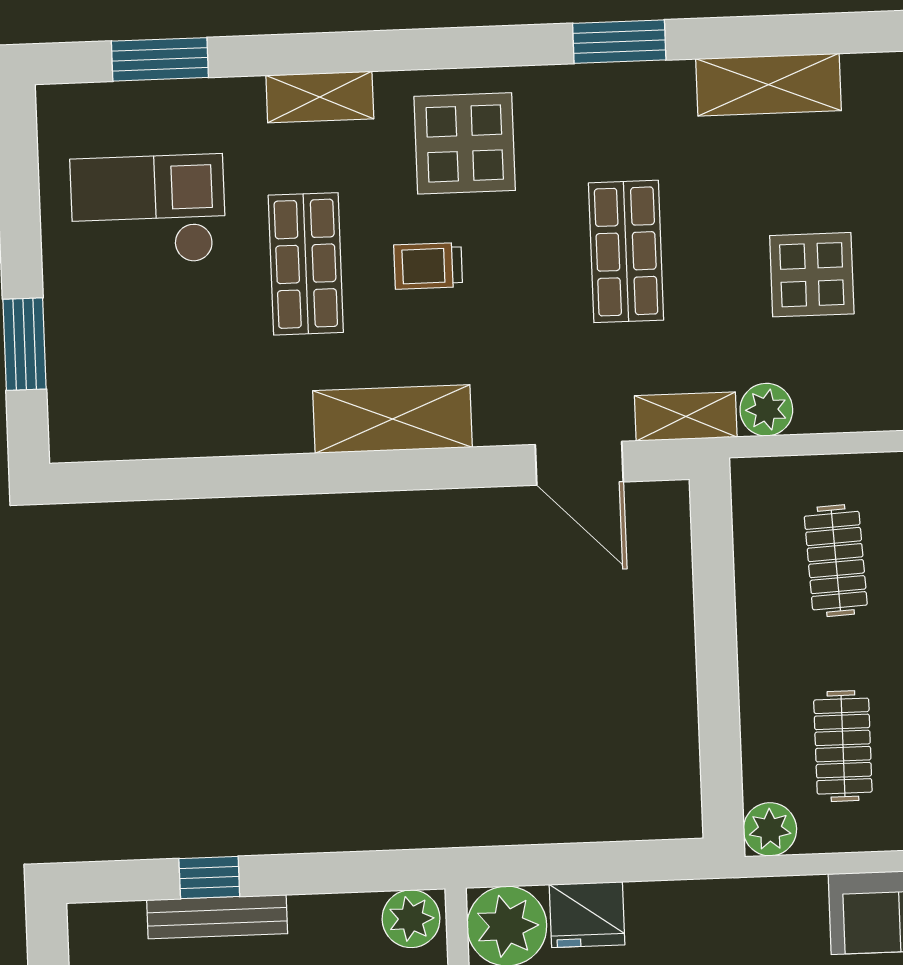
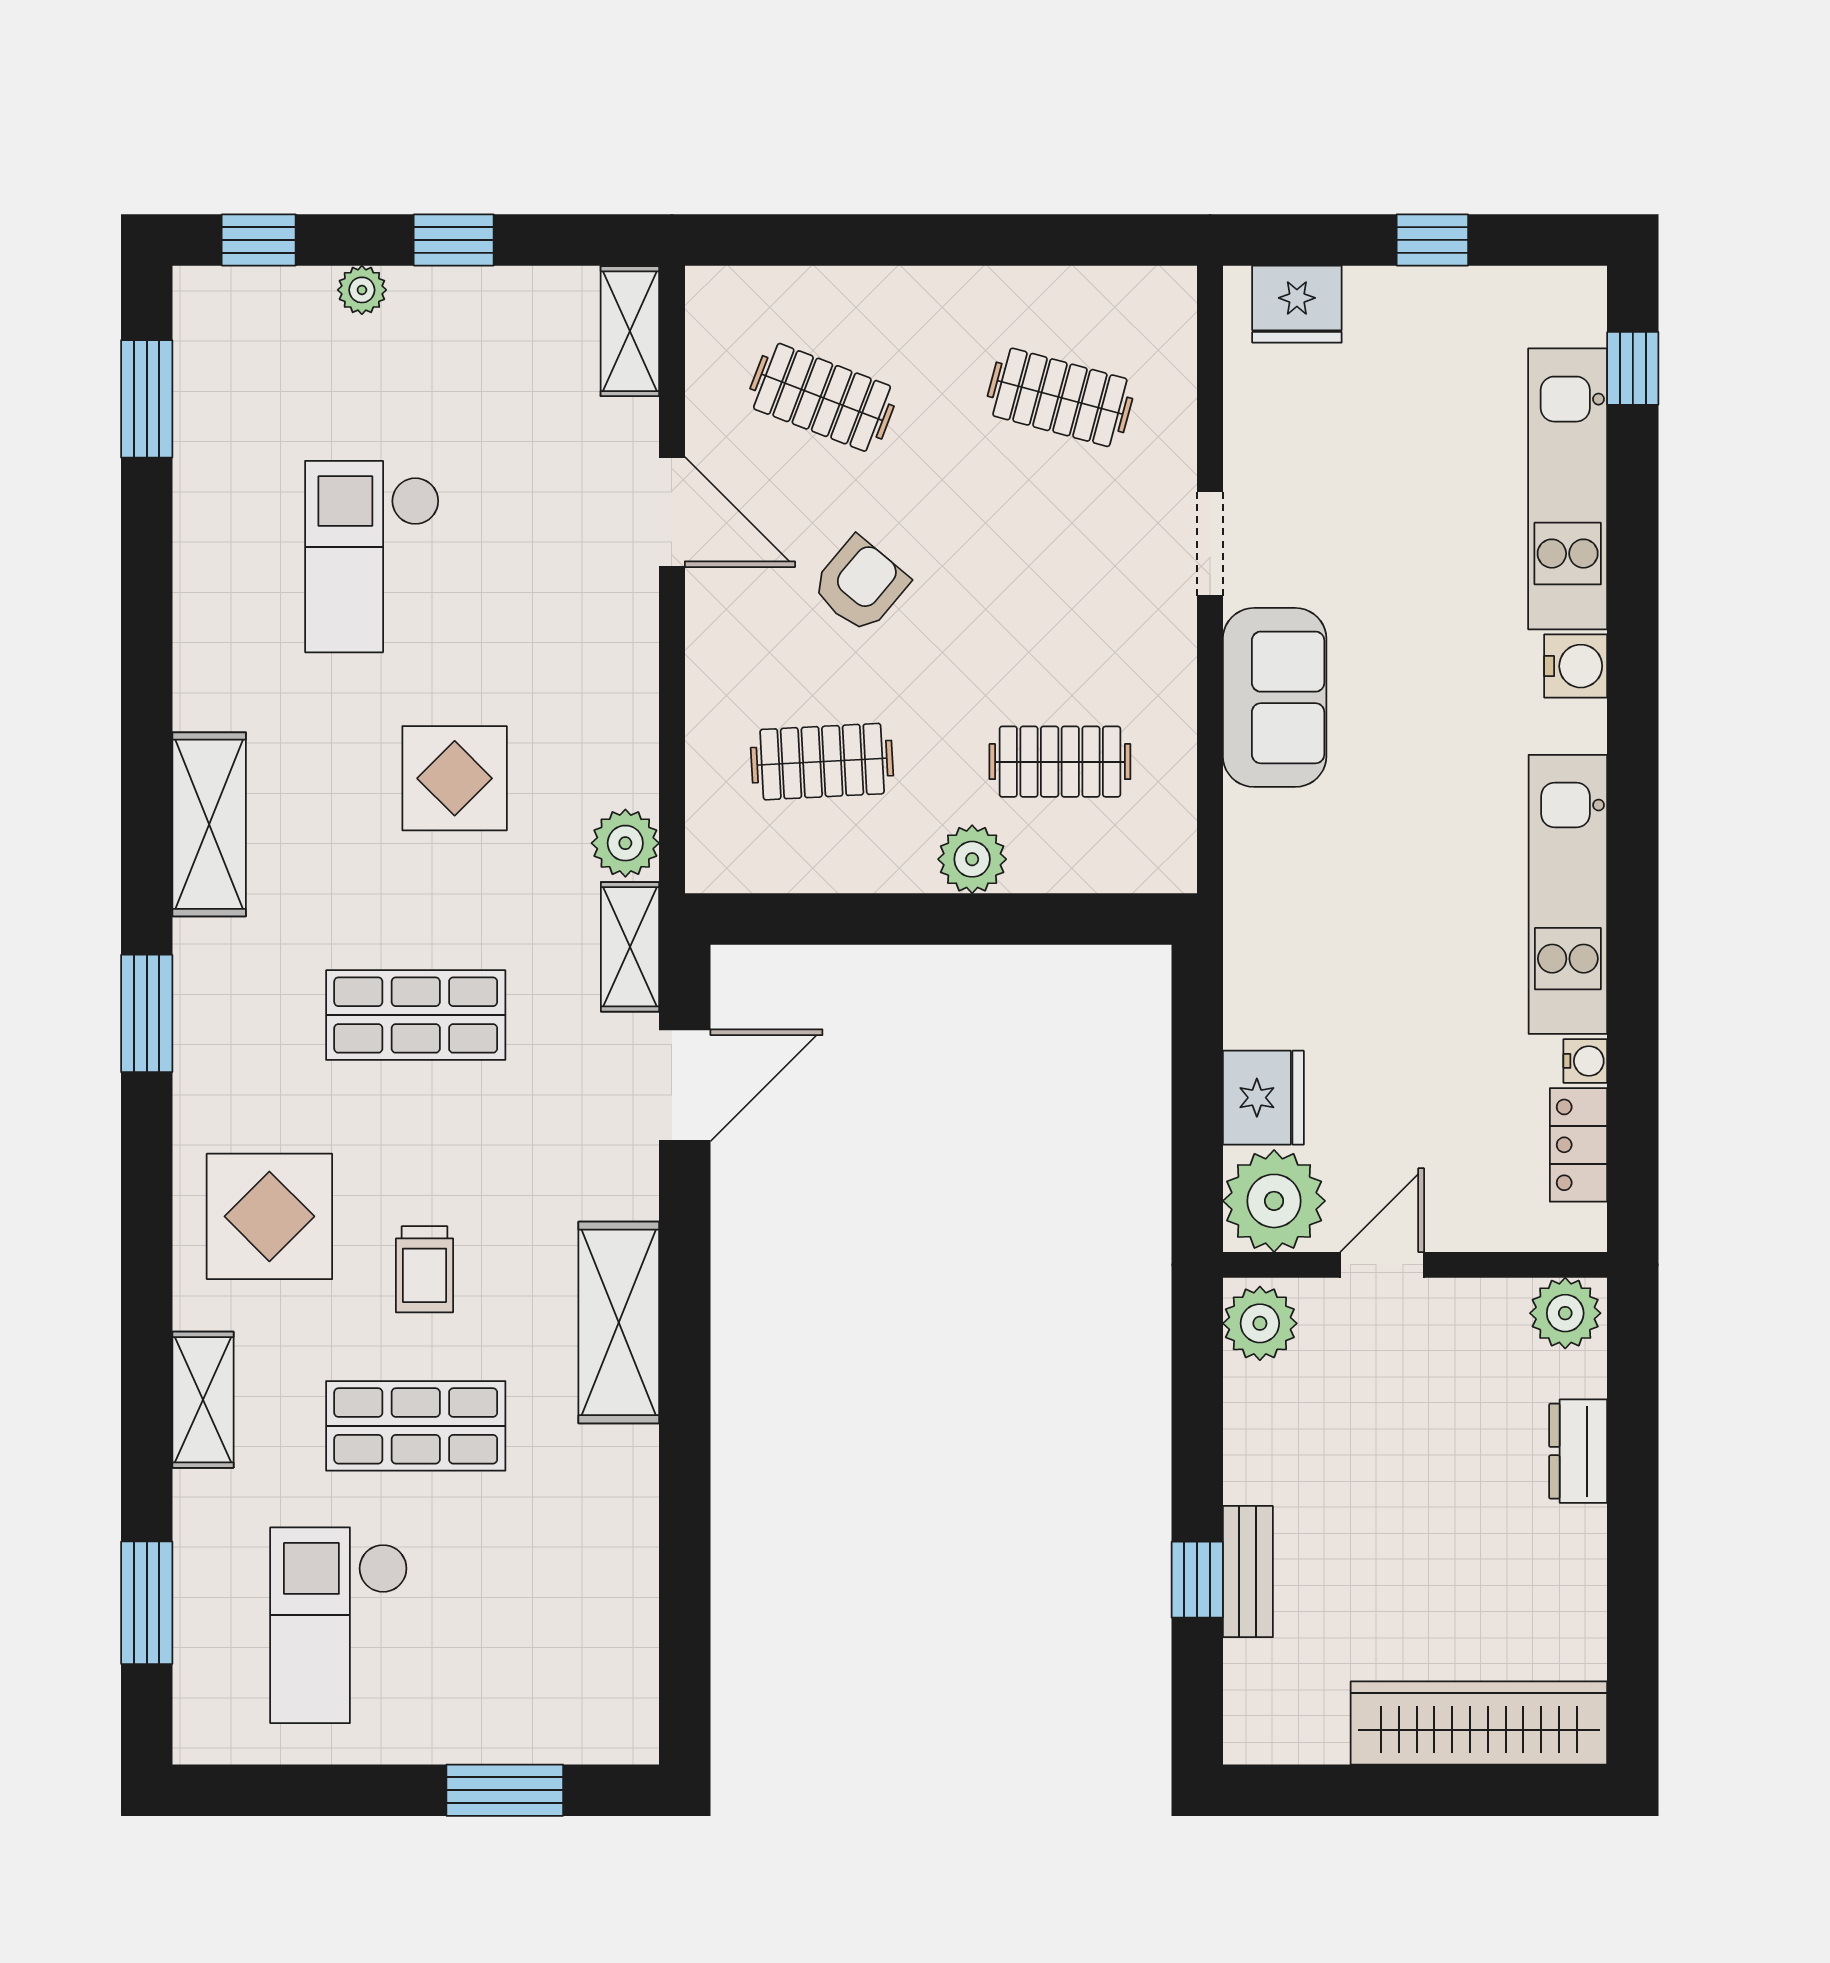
plant: (770, 829) -> (972, 859), moved
bench: (217, 917) -> (1248, 1572), width x0.73

